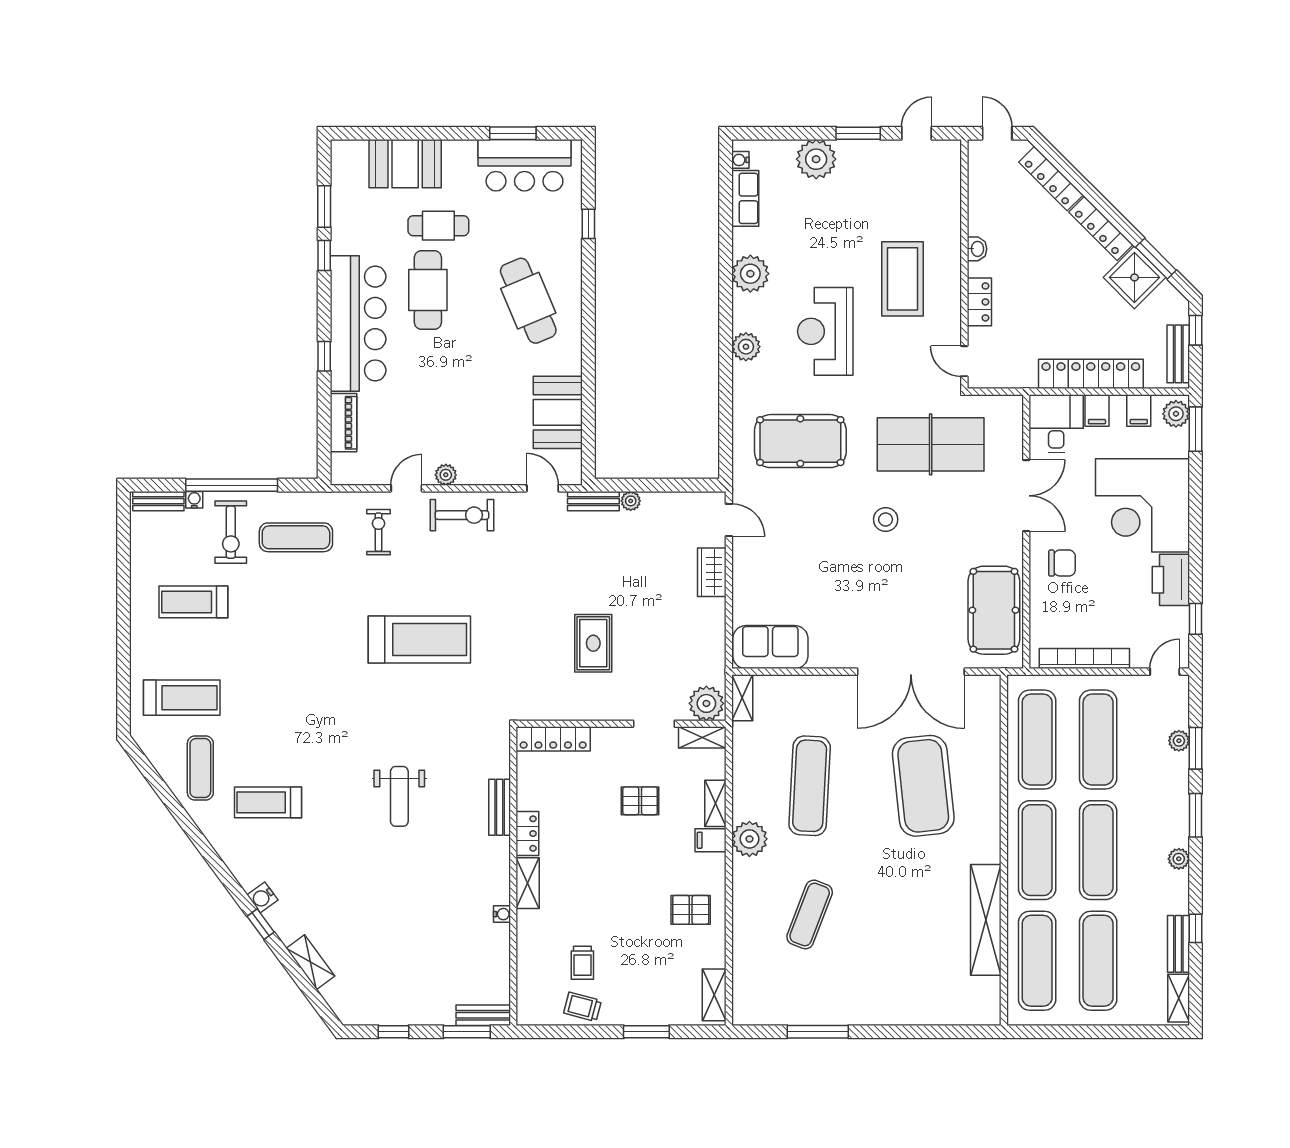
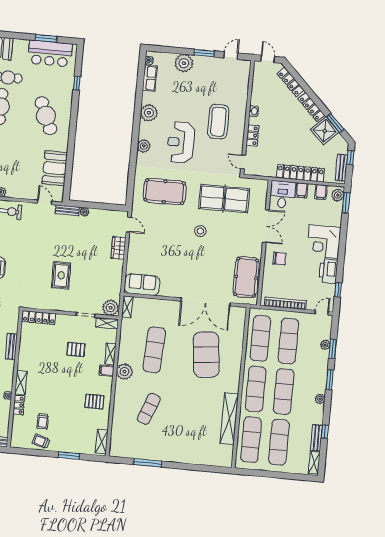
corner desk: (1143, 505) -> (324, 242), width x0.74, depth x0.74
locker: (527, 834) -> (19, 405), moved

